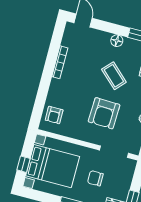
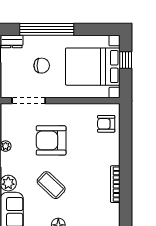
armchair: (104, 113) -> (51, 140), turned -92
armchair: (54, 115) -> (106, 124), turned -90

